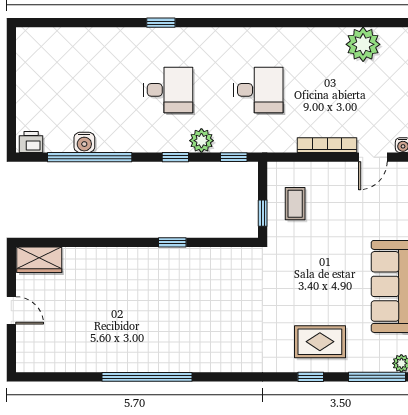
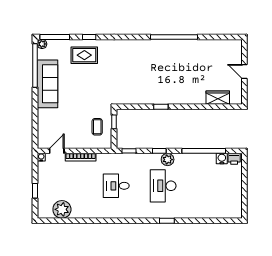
desk: (168, 90) -> (163, 186), width x1.37
plant: (201, 141) -> (168, 160), moved
water cooler: (84, 142) -> (222, 159), moved
wardrobe: (39, 260) -> (218, 98), moved

